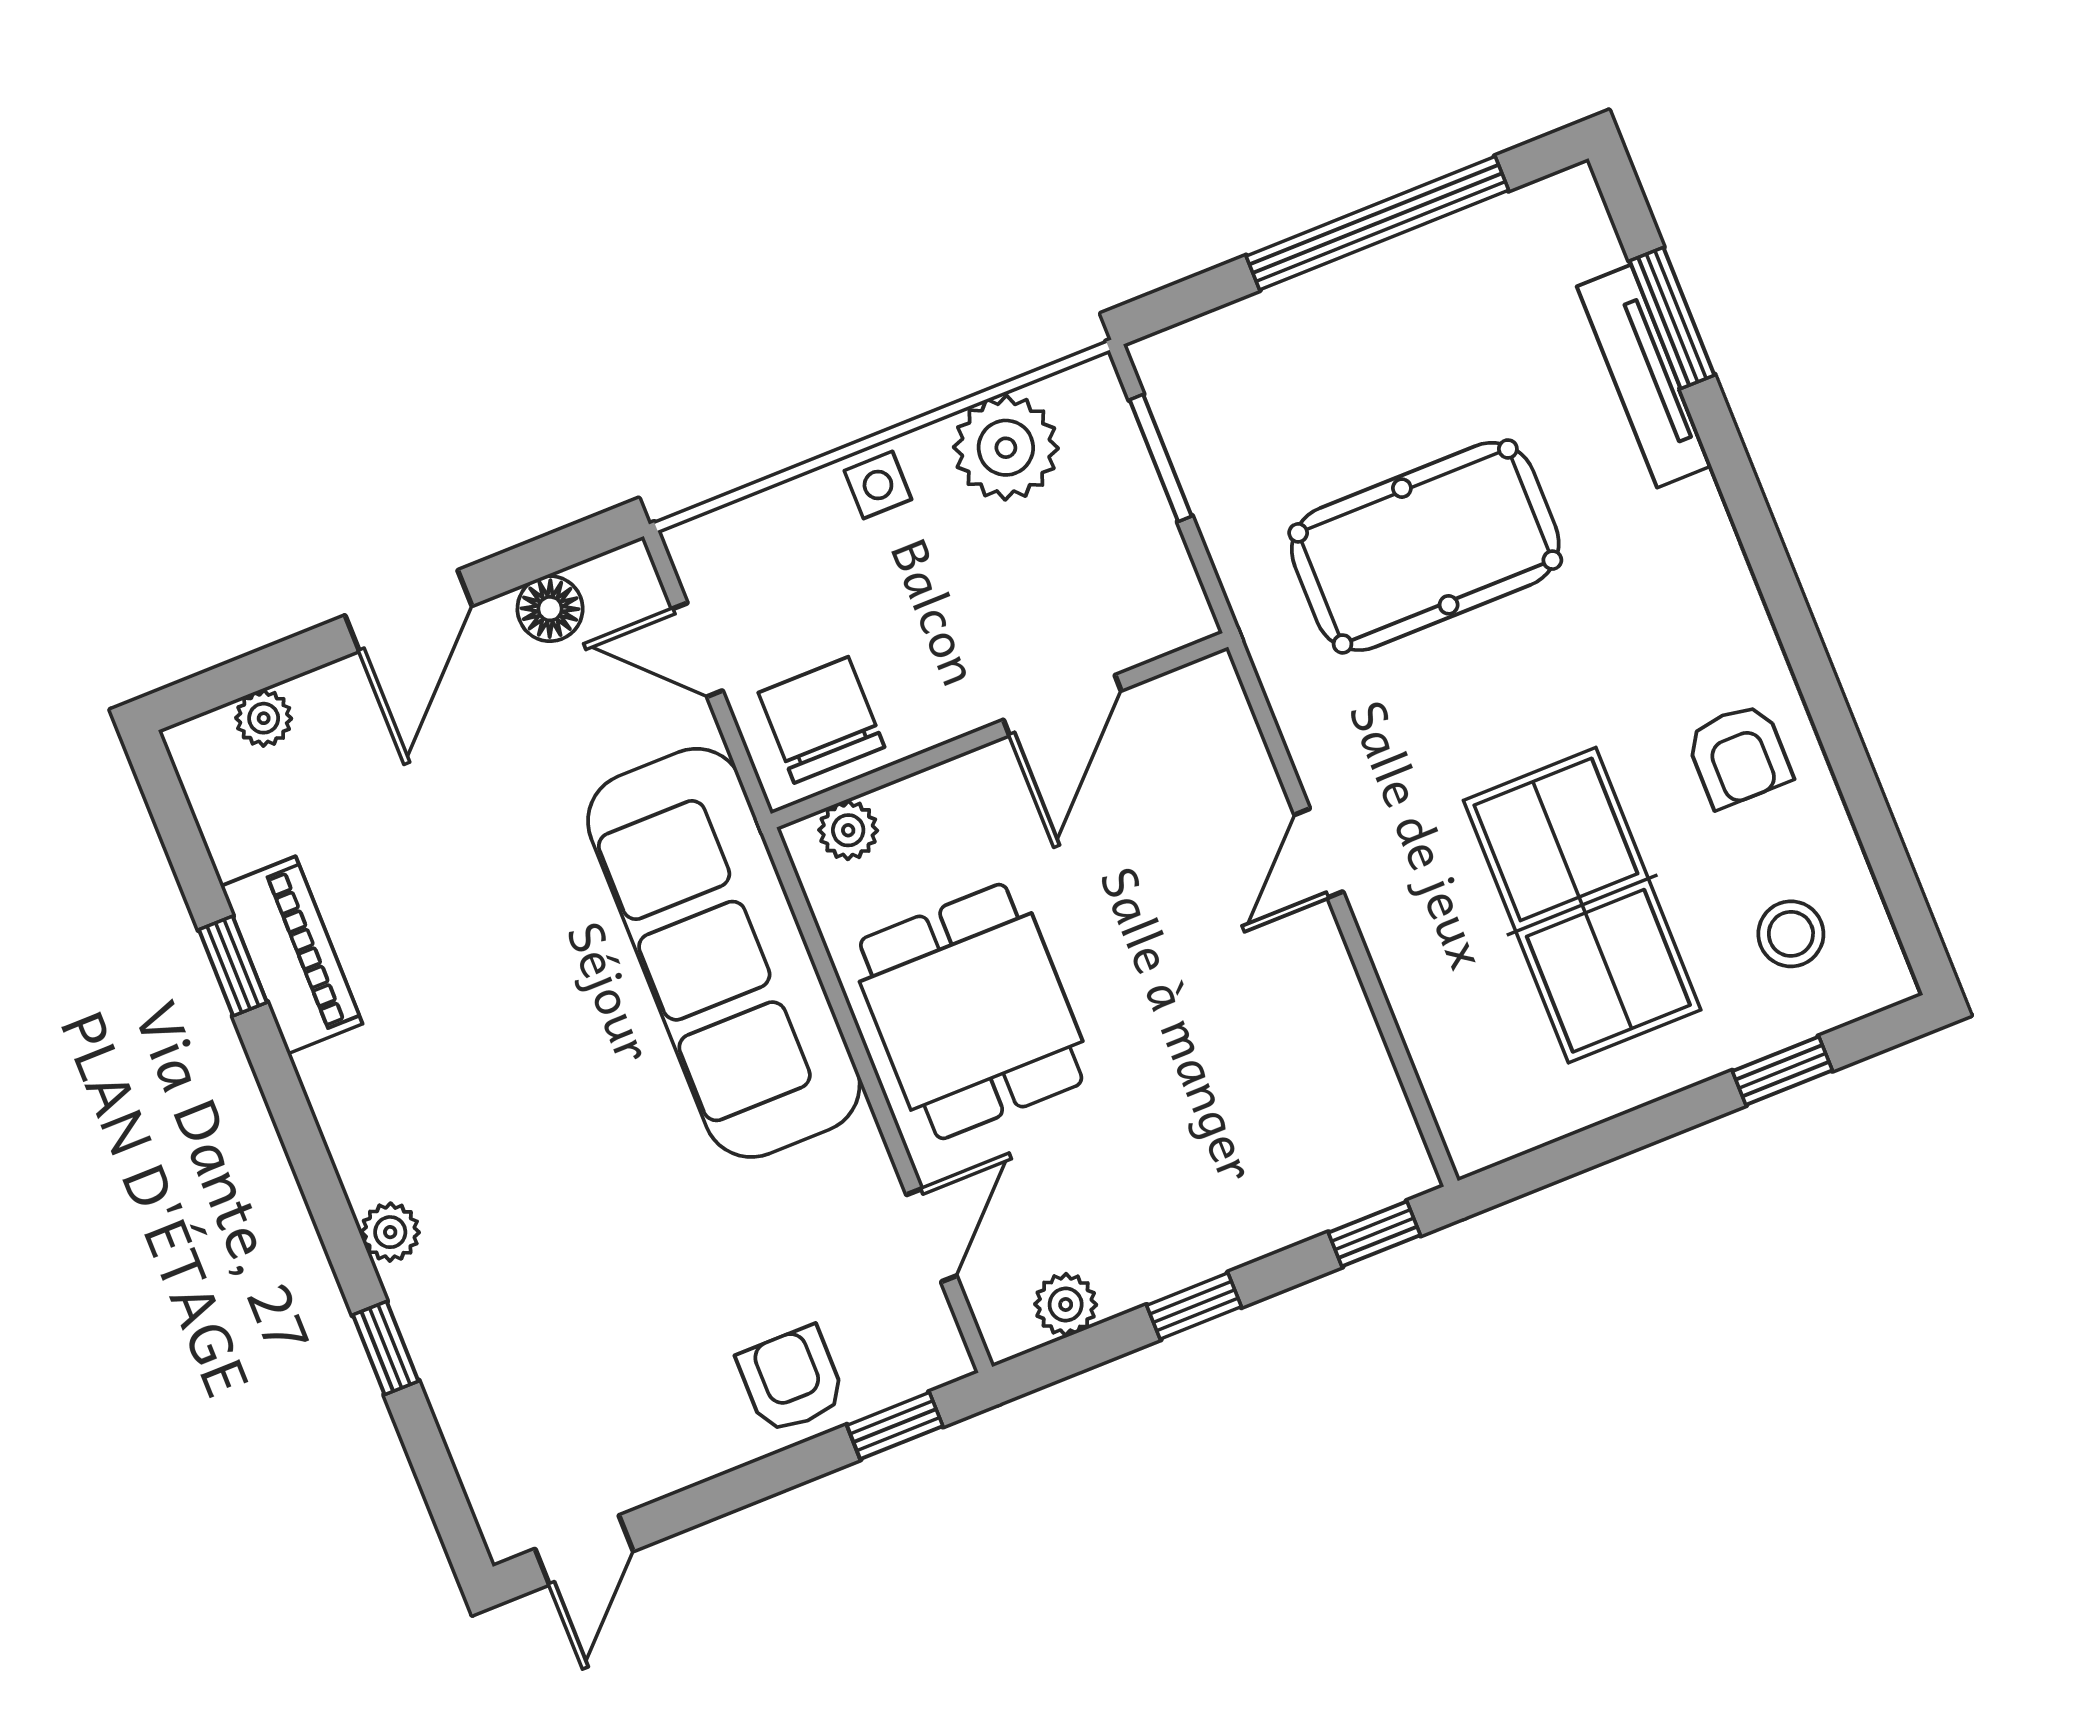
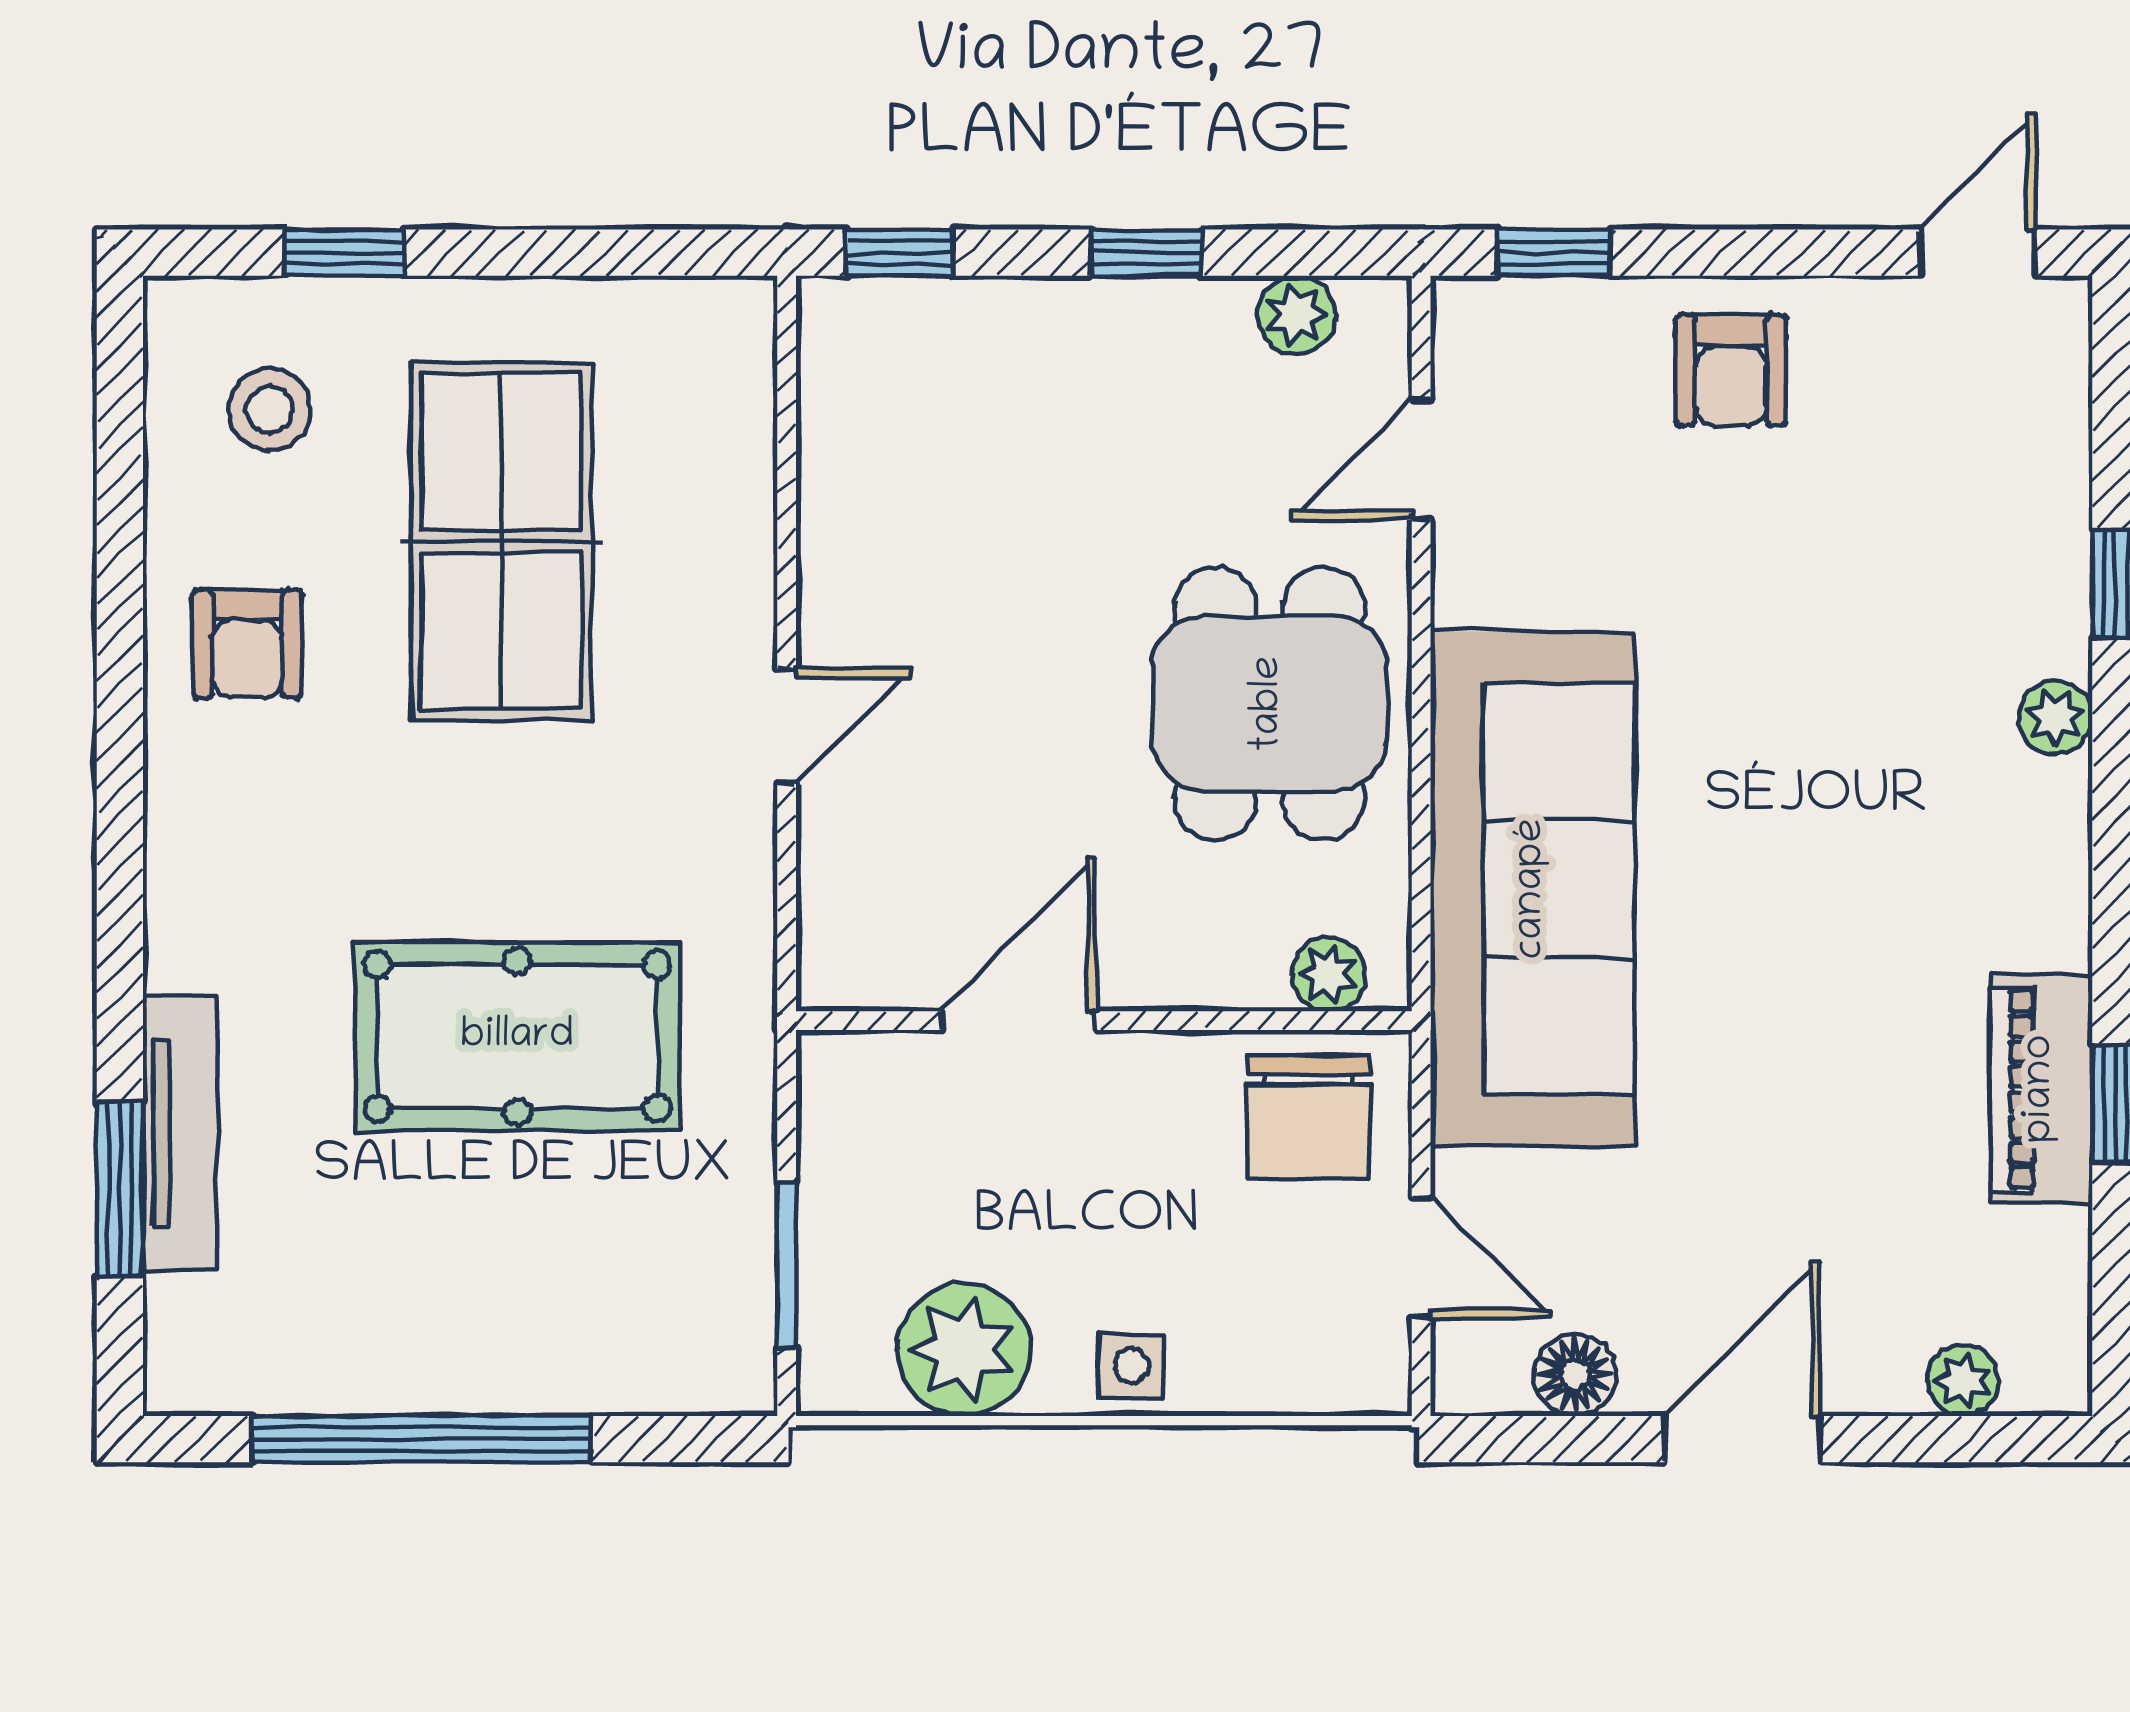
armchair: (1739, 755) -> (247, 644), turned 180
armchair: (791, 1380) -> (1731, 370), moved

